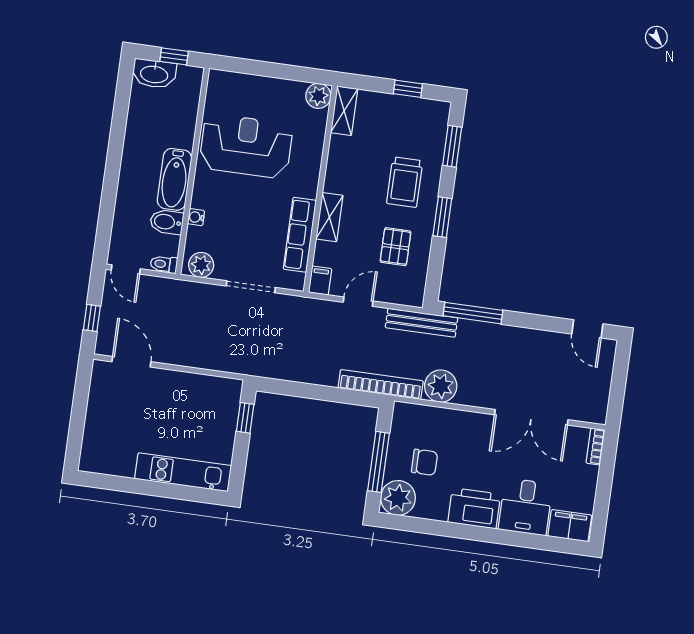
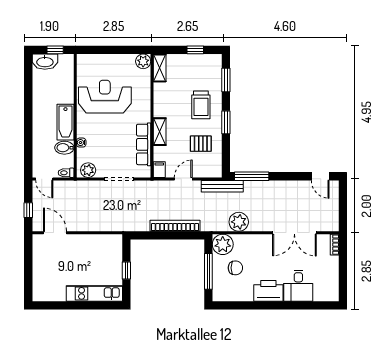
pallet: (395, 247) -> (201, 144), turned 90
bookcase: (381, 384) -> (175, 226), moved
window: (245, 418) -> (126, 270), moved
plant: (398, 498) -> (223, 244), moved
filing cabinet: (570, 526) -> (326, 293), removed

